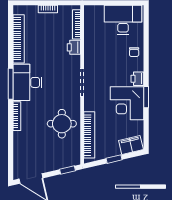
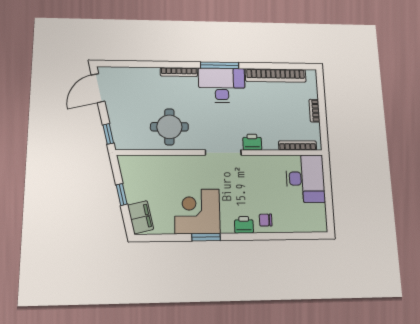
desk: (123, 20) -> (305, 179), moved
printer: (74, 47) -> (252, 142), moved
printer: (137, 79) -> (244, 225), moved
bookcase: (89, 135) -> (155, 162), removed

